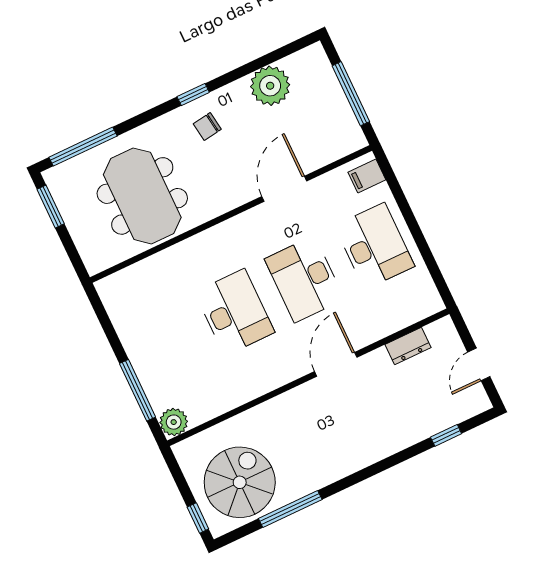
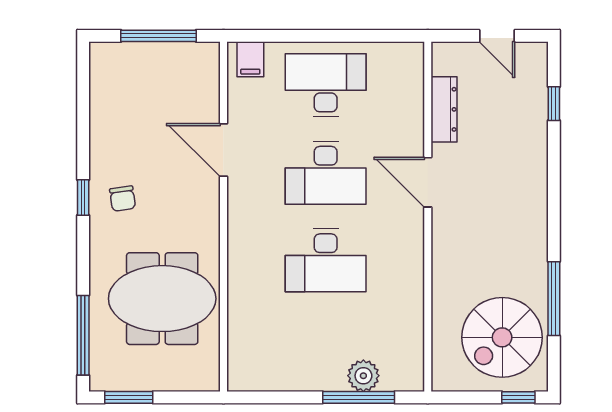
plant: (270, 86) -> (111, 115), removed
desk: (235, 312) -> (326, 260), turned 180
dresser: (408, 346) -> (444, 109), width x1.44
plant: (174, 422) -> (363, 376), moved
spiral stairs: (240, 482) -> (502, 337), turned -90

